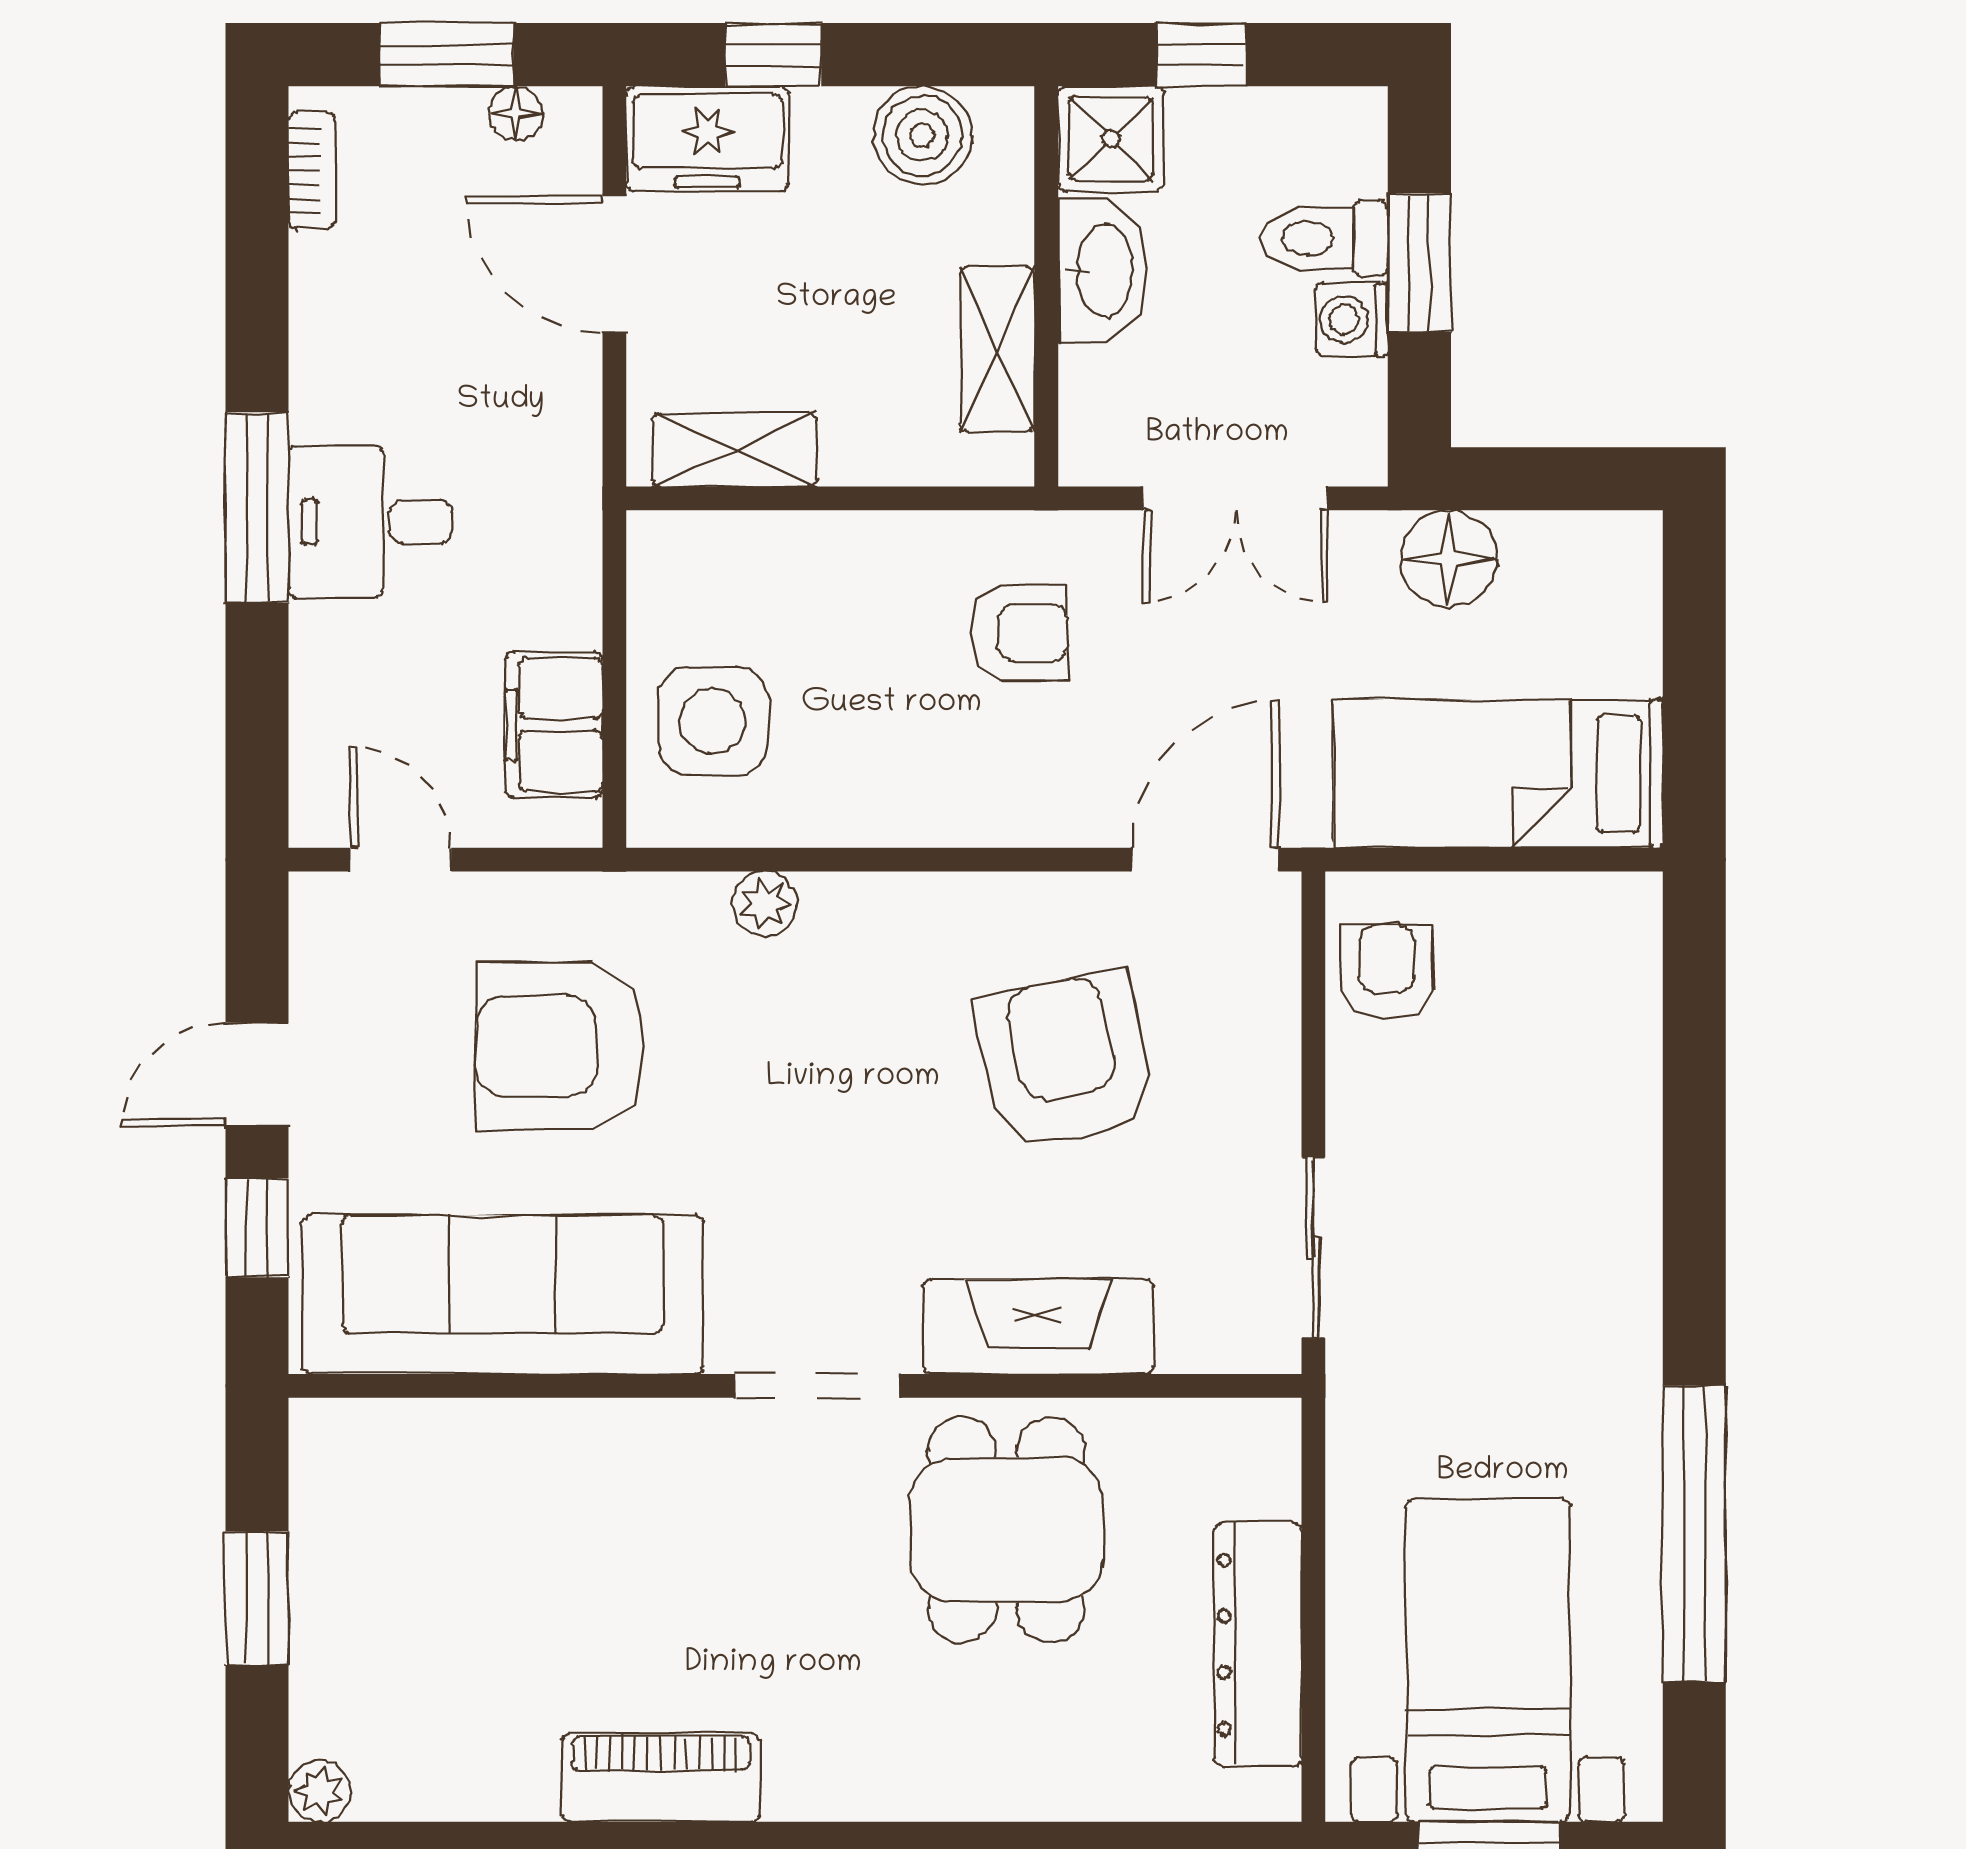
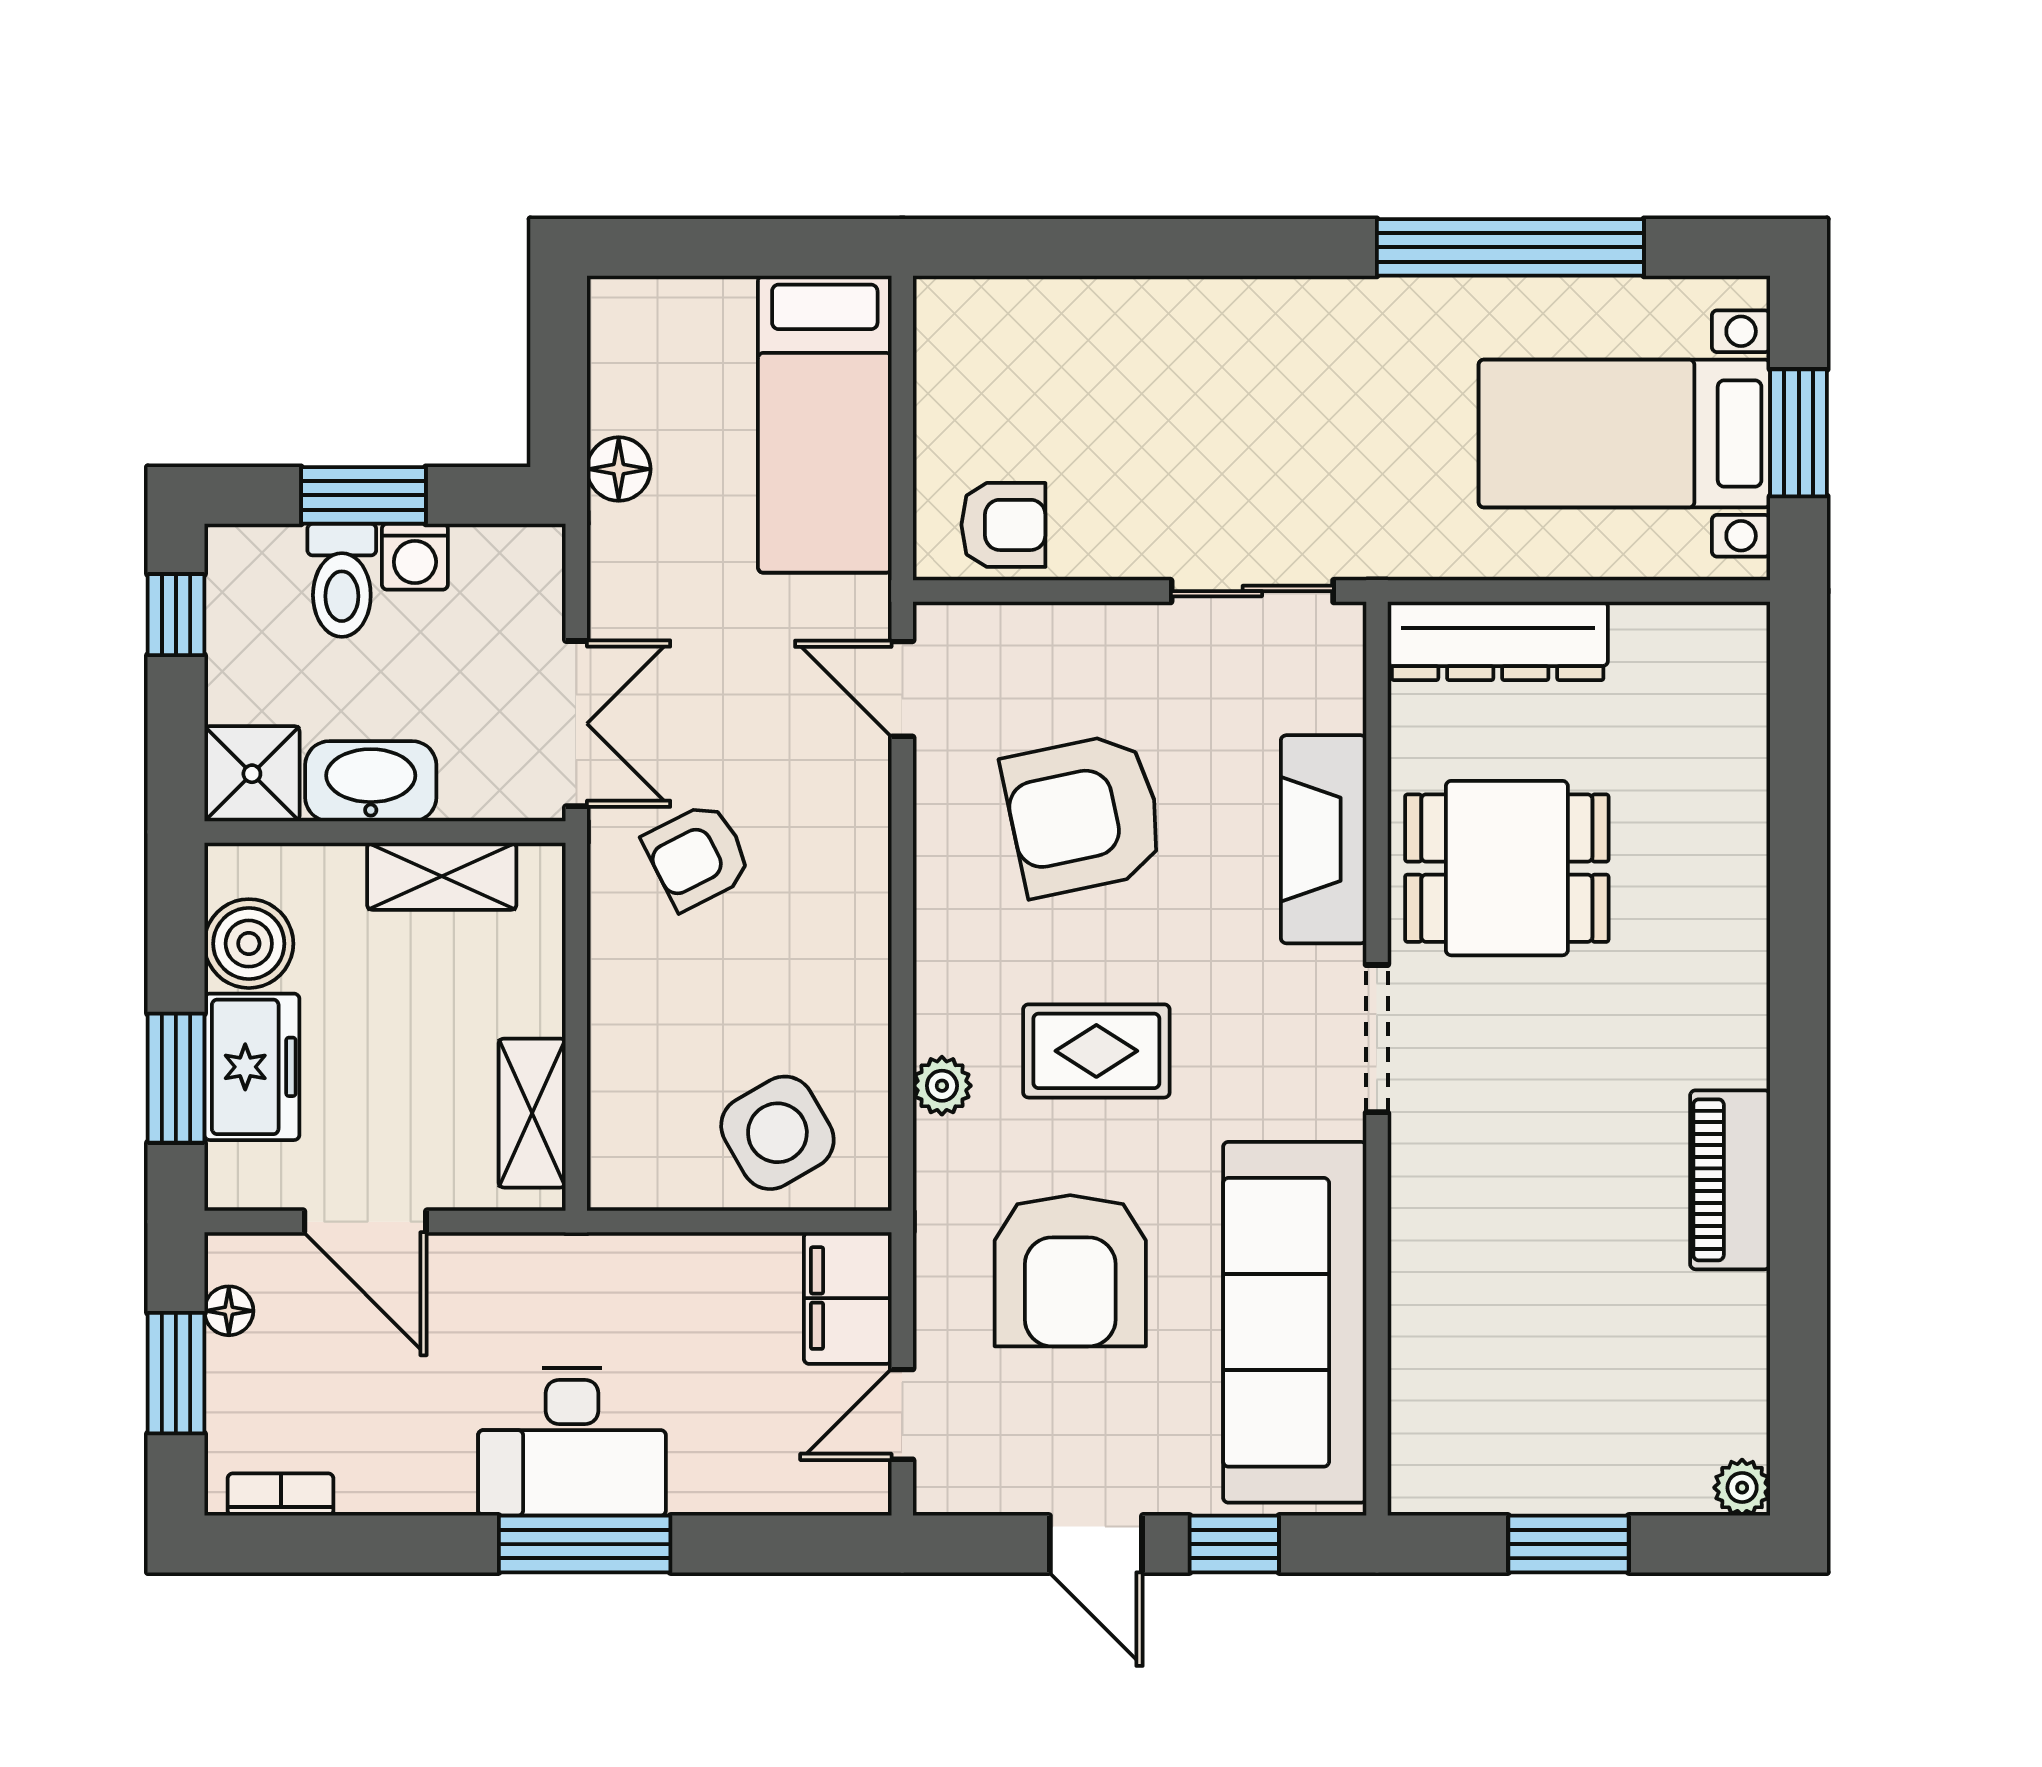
window: (773, 55) -> (176, 1078), width x1.50
window: (1201, 55) -> (176, 615), moved
freezer: (707, 139) -> (252, 1067), moved
door: (614, 264) -> (365, 1222), hinge flipped
double door: (1235, 498) -> (576, 724), moved
desk: (370, 522) -> (572, 1442), width x1.37
floor lamp: (1449, 559) -> (619, 469), width x0.73, depth x0.73
armchair: (1020, 633) -> (698, 856), turned -117
side table: (713, 721) -> (777, 1133), turned -30
filing cabinet: (554, 725) -> (848, 1298), moved, turned 90
door: (1205, 860) -> (902, 689), width x0.73
armchair: (1387, 972) -> (1003, 525), turned 180
rug: (803, 1075) -> (1096, 1051), added
dresser: (1258, 1644) -> (1498, 641), moved

